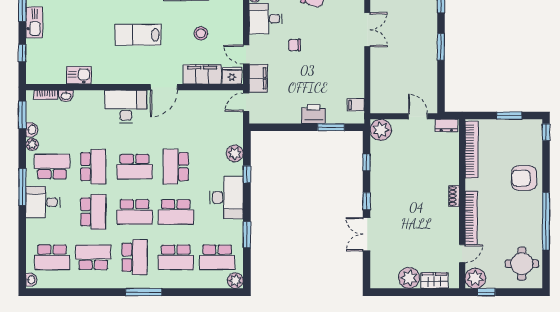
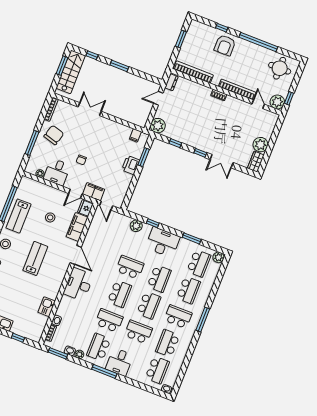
lab bench: (138, 35) -> (35, 258), turned 180
window: (546, 132) -> (222, 28), moved
school desk: (176, 167) -> (130, 267), turned 180
wardrobe: (434, 281) -> (256, 162), moved

